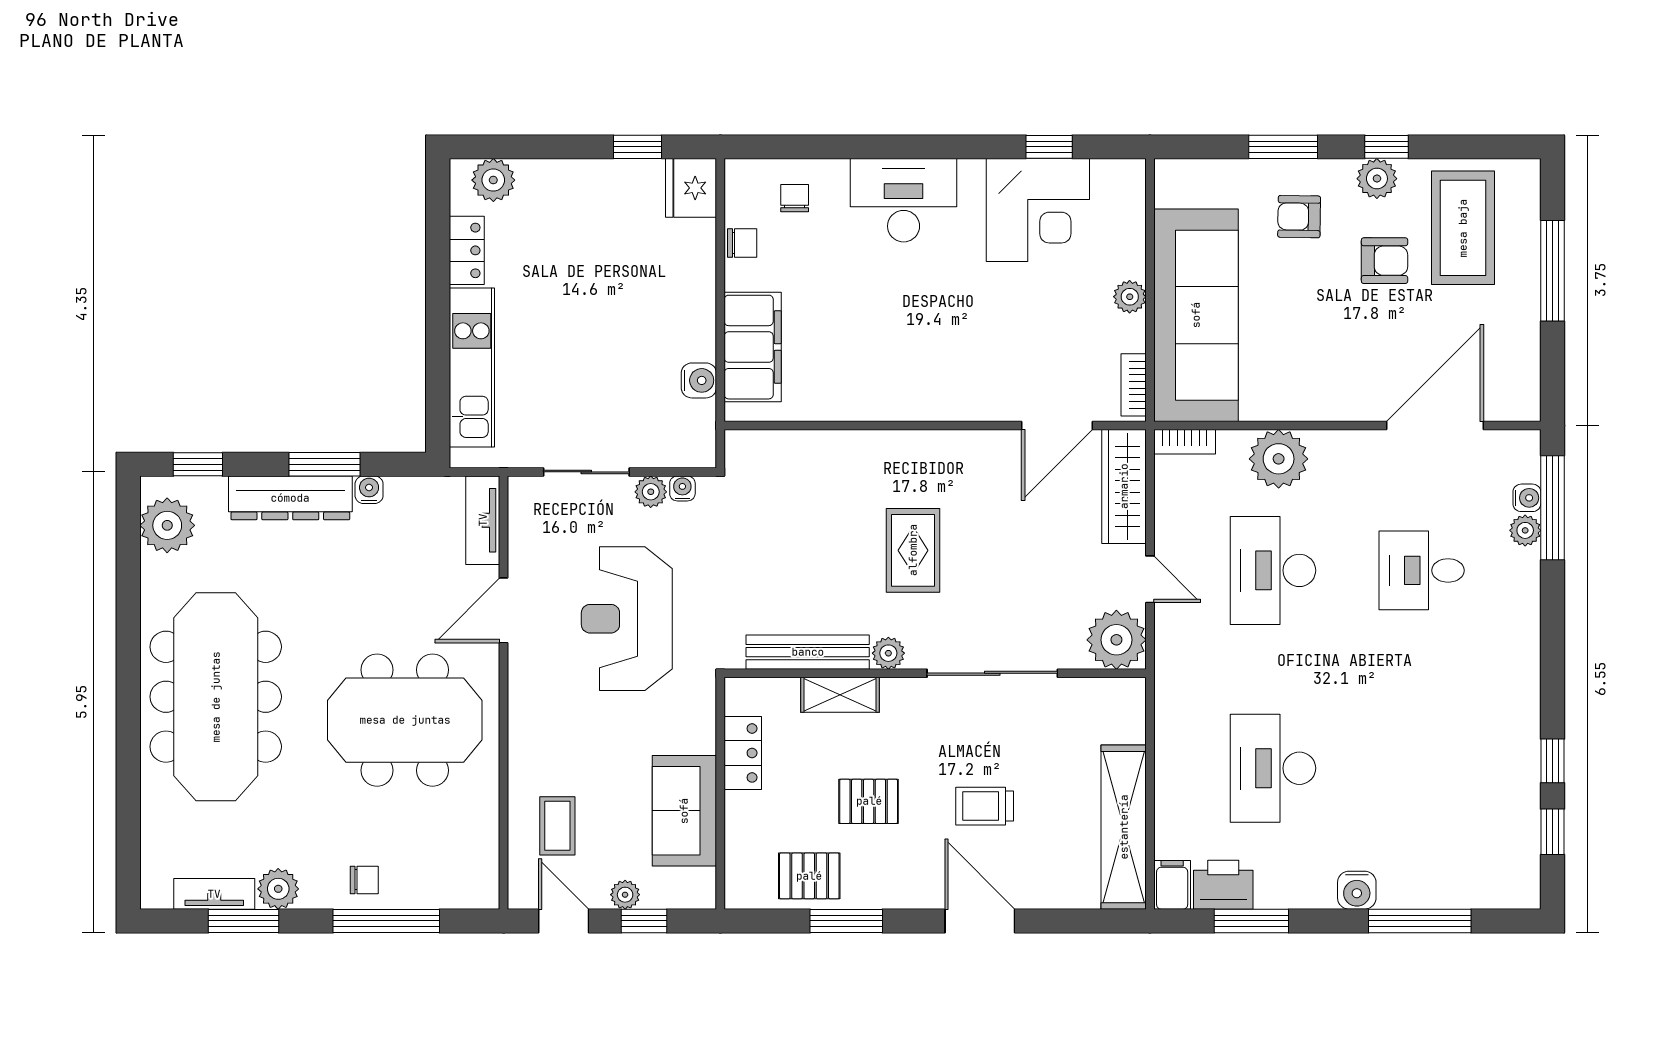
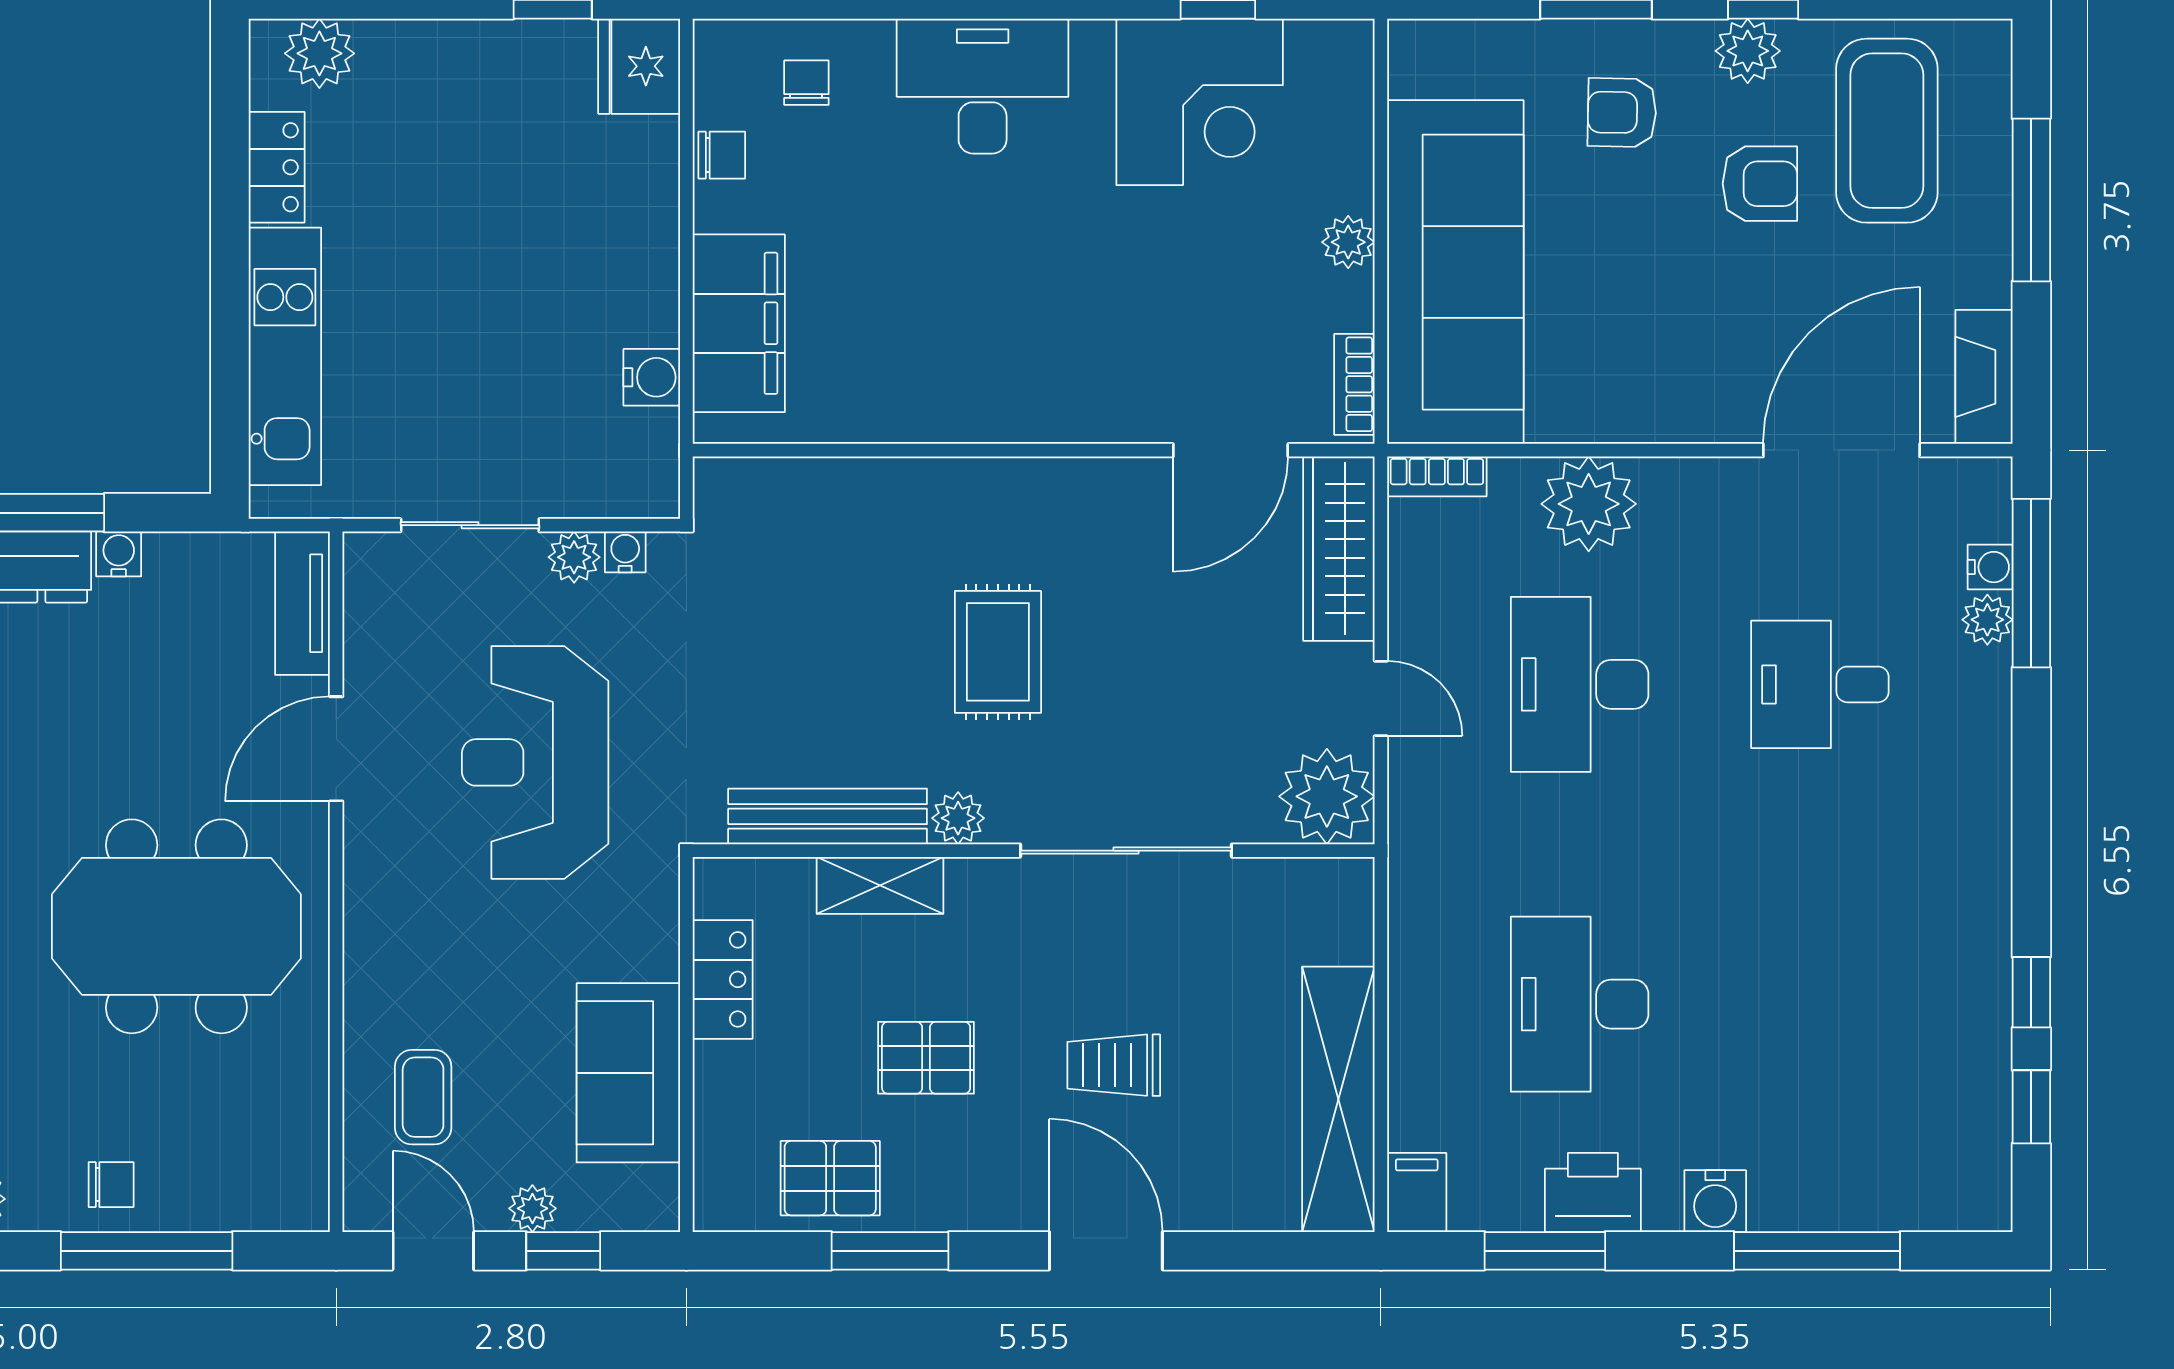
fireplace: (1523, 380) -> (1984, 377), added
printer: (1223, 885) -> (1593, 1192), moved

